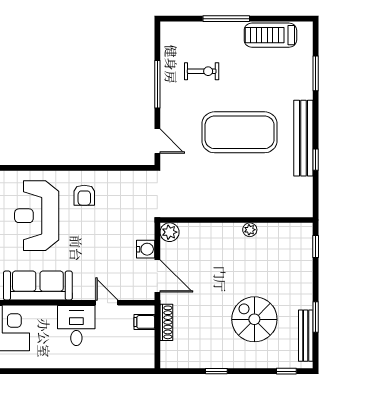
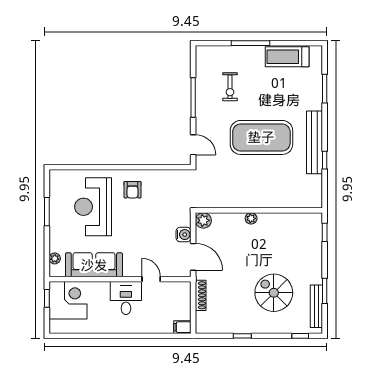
exercise bike: (202, 71) -> (230, 87), turned 90
plant: (250, 230) -> (251, 218), moved
filing cabinet: (144, 322) -> (182, 327), moved

